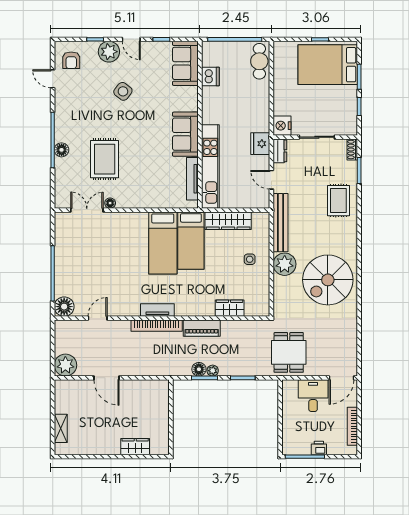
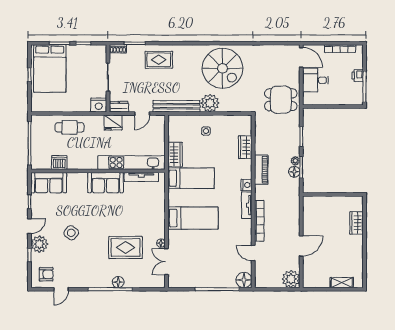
cafe table: (259, 61) -> (70, 127), moved
wardrobe: (228, 221) -> (175, 155), width x0.67
bed: (163, 243) -> (193, 218), moved
nightstand: (182, 310) -> (246, 185), added
bookcase: (157, 326) -> (259, 221), moved

